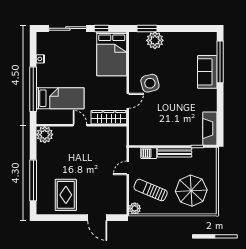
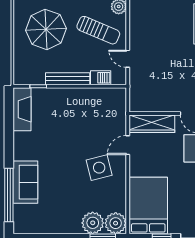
plant: (137, 40) -> (116, 223), added
door: (128, 168) -> (128, 59), swing flipped

